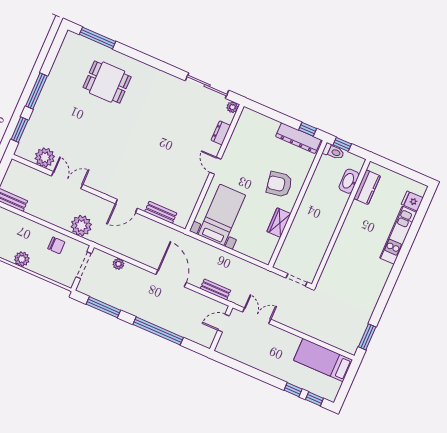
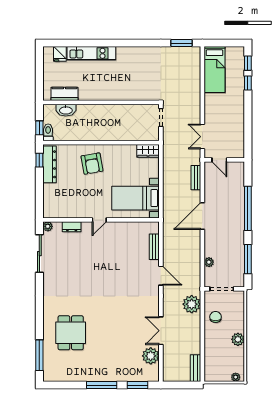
wardrobe: (279, 223) -> (148, 151), moved

